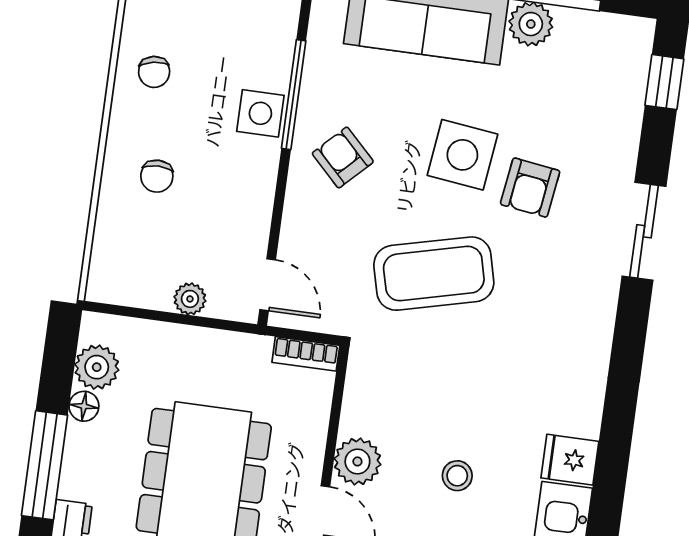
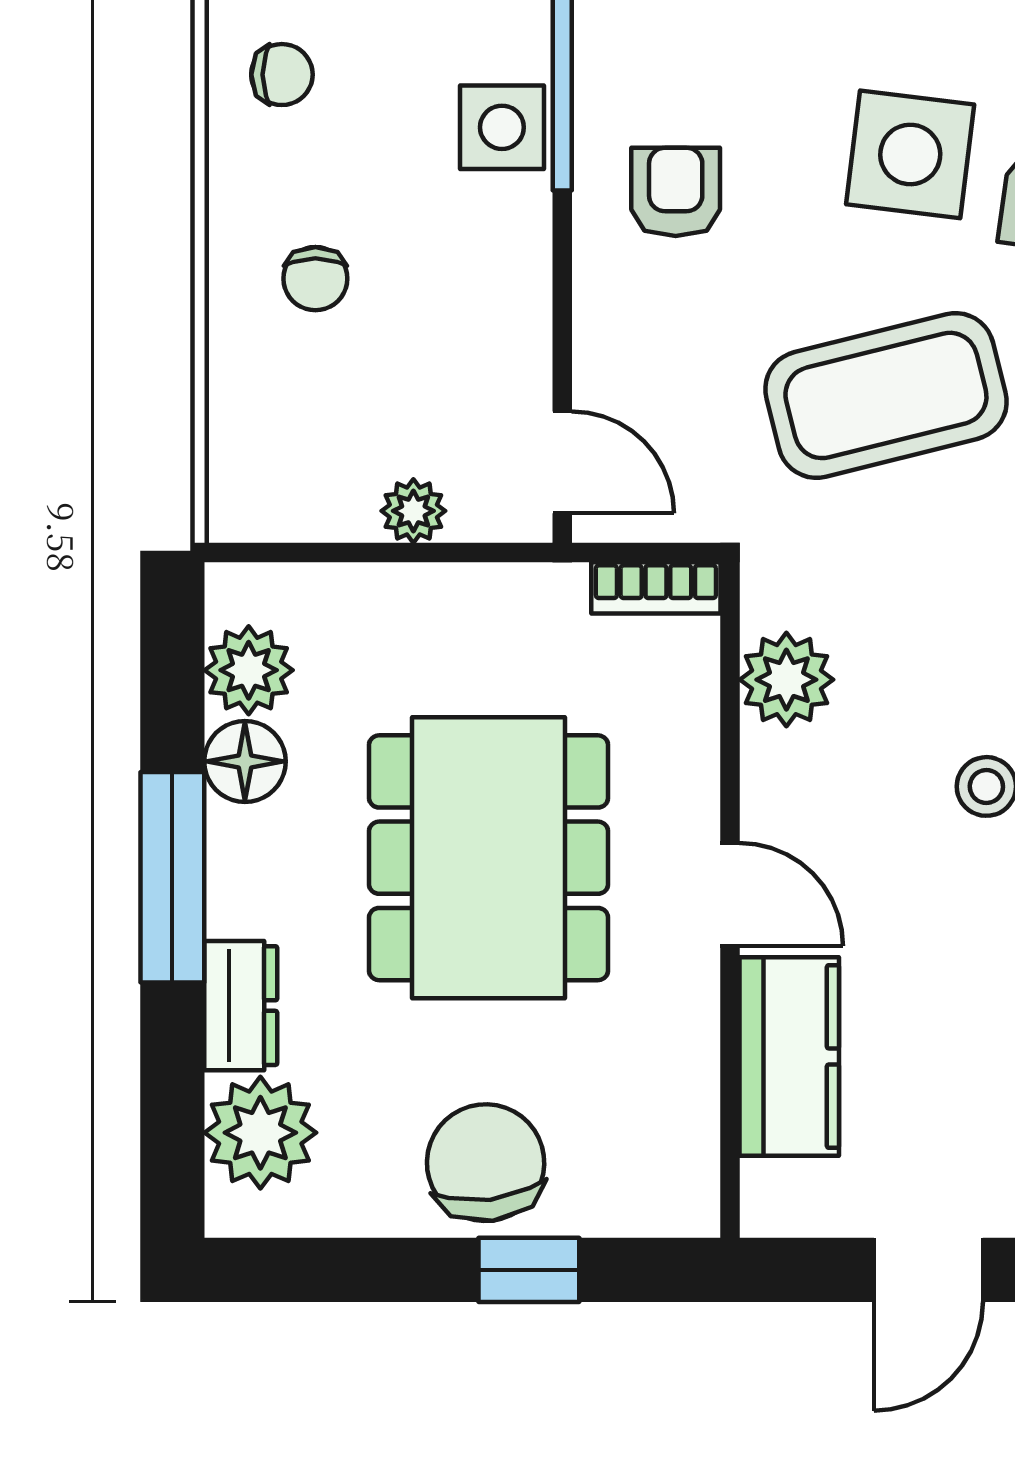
chair: (154, 72) -> (282, 75), turned -80
armchair: (343, 157) -> (676, 192), turned 45
floor lamp: (84, 406) -> (245, 761), width x1.37, depth x1.37
plant: (357, 461) -> (786, 680), moved

